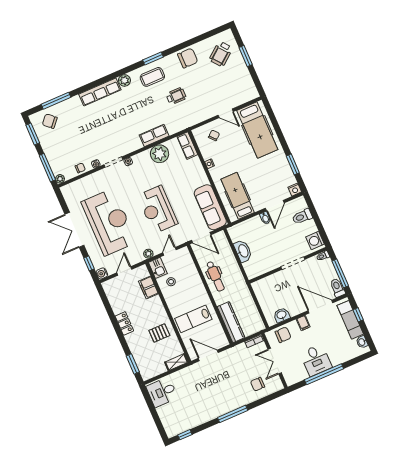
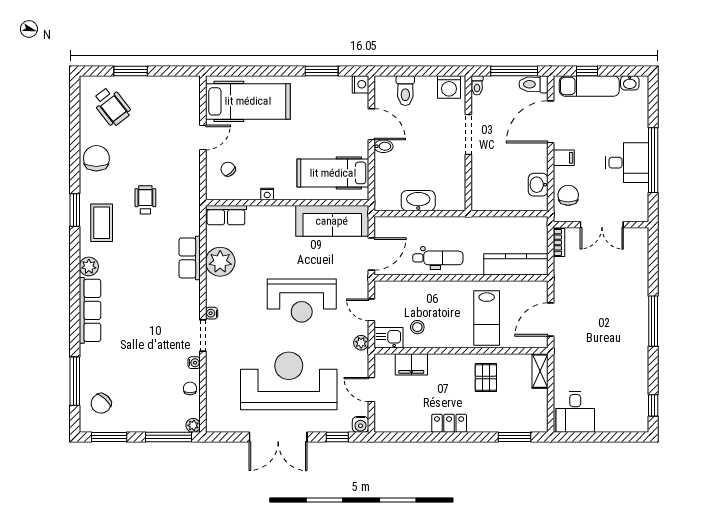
chair: (258, 384) -> (625, 265), removed

